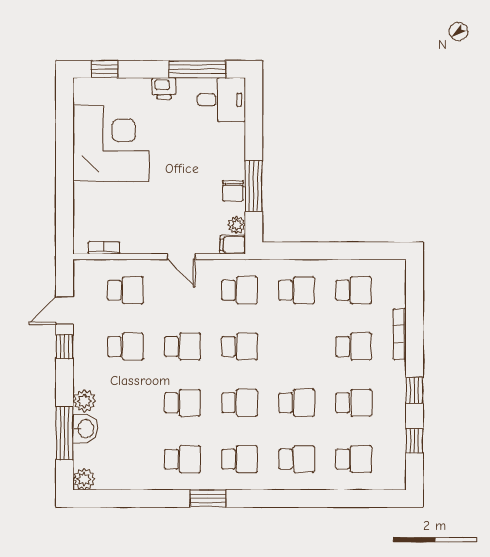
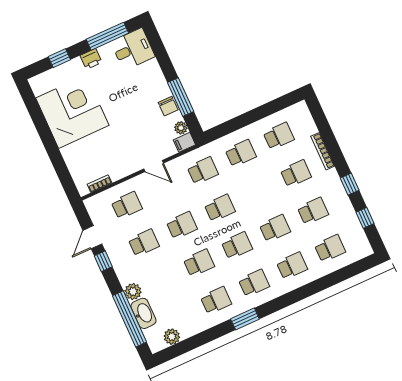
window: (104, 69) -> (59, 58), moved
washbasin: (85, 429) -> (143, 313), width x1.38
window: (65, 433) -> (129, 319), width x1.46
plant: (84, 479) -> (172, 337), moved

